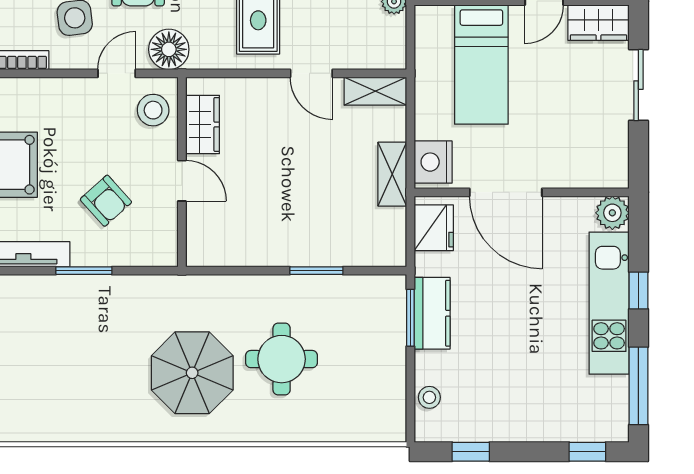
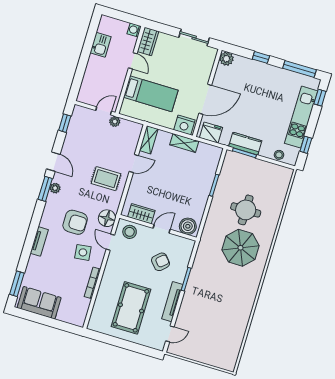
sliding door: (638, 85) -> (194, 38), moved
boiler: (205, 239) -> (188, 226), added
kitchen unit: (609, 303) -> (301, 117), moved, turned 90

